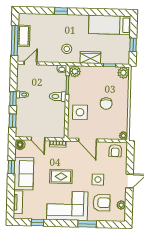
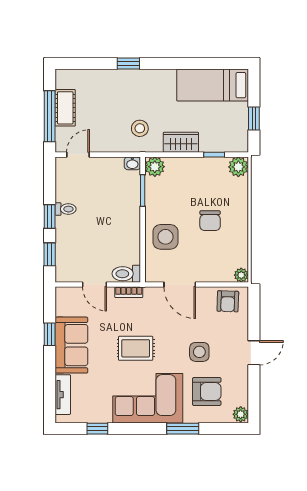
toilet: (58, 96) -> (126, 274), moved
floor lamp: (20, 145) -> (64, 295), removed
plant: (121, 205) -> (241, 414), moved

